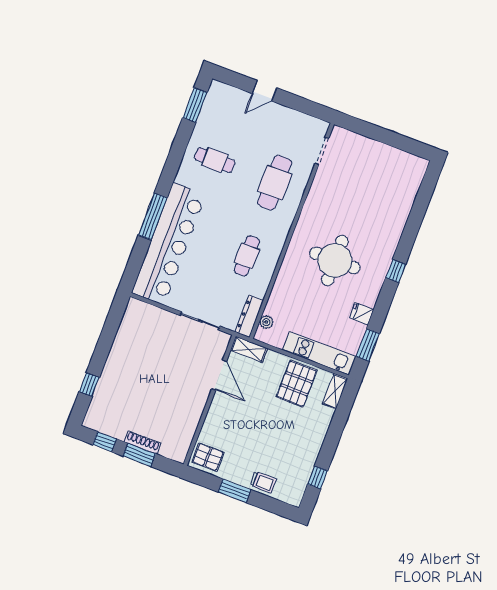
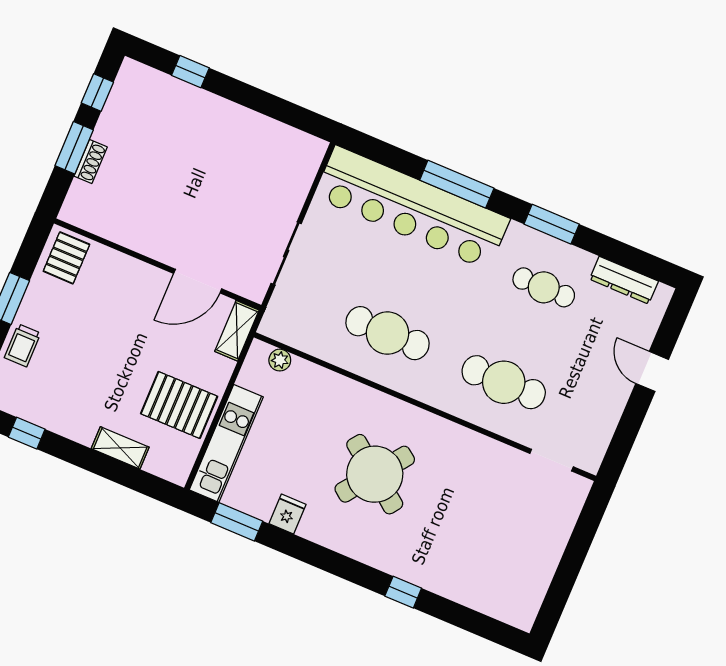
window: (195, 105) -> (552, 224), moved
cafe table: (215, 160) -> (544, 287), turned 90
cafe table: (247, 256) -> (388, 333), width x1.37, depth x1.35
round table: (335, 260) -> (375, 474), turned 37
window: (396, 271) -> (403, 592), moved
dresser: (249, 316) -> (624, 280), moved, turned 180
shelving: (335, 391) -> (120, 448), moved
shoe rack: (143, 442) -> (91, 162), width x0.70

